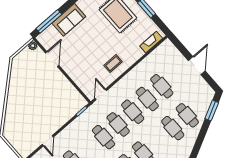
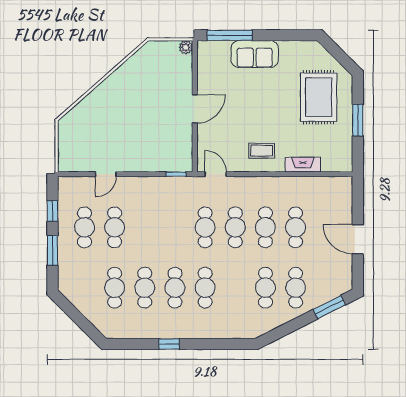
fireplace: (151, 42) -> (303, 165), moved
door: (52, 59) -> (195, 109), moved
door: (197, 66) -> (358, 239), swing flipped
door: (101, 94) -> (216, 174), hinge flipped
cafe table: (104, 137) -> (175, 227), removed

